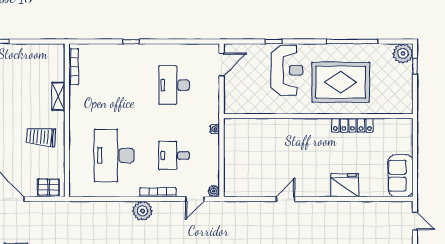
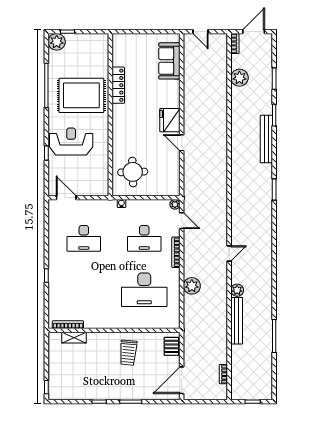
rug: (341, 82) -> (81, 95), turned 90
shelving: (58, 96) -> (74, 338), moved
round table: (251, 142) -> (133, 172), added
desk: (174, 155) -> (144, 238), width x1.37
sofa: (401, 176) -> (169, 61), moved, turned 90
fridge: (345, 185) -> (170, 120), moved
plant: (143, 211) -> (192, 286), moved
door: (415, 221) -> (200, 32), swing flipped

